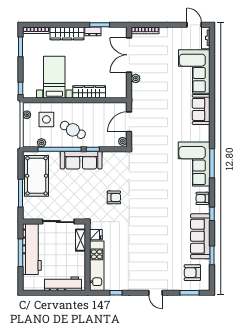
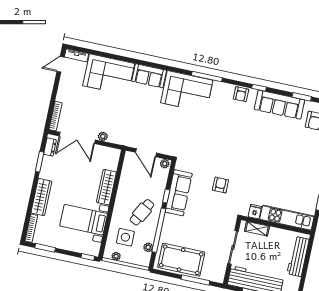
dresser: (93, 31) -> (50, 147), moved
sofa: (81, 160) -> (179, 193), moved
corner sofa: (194, 164) -> (187, 91), moved

